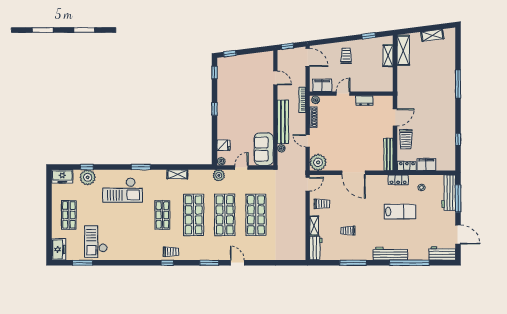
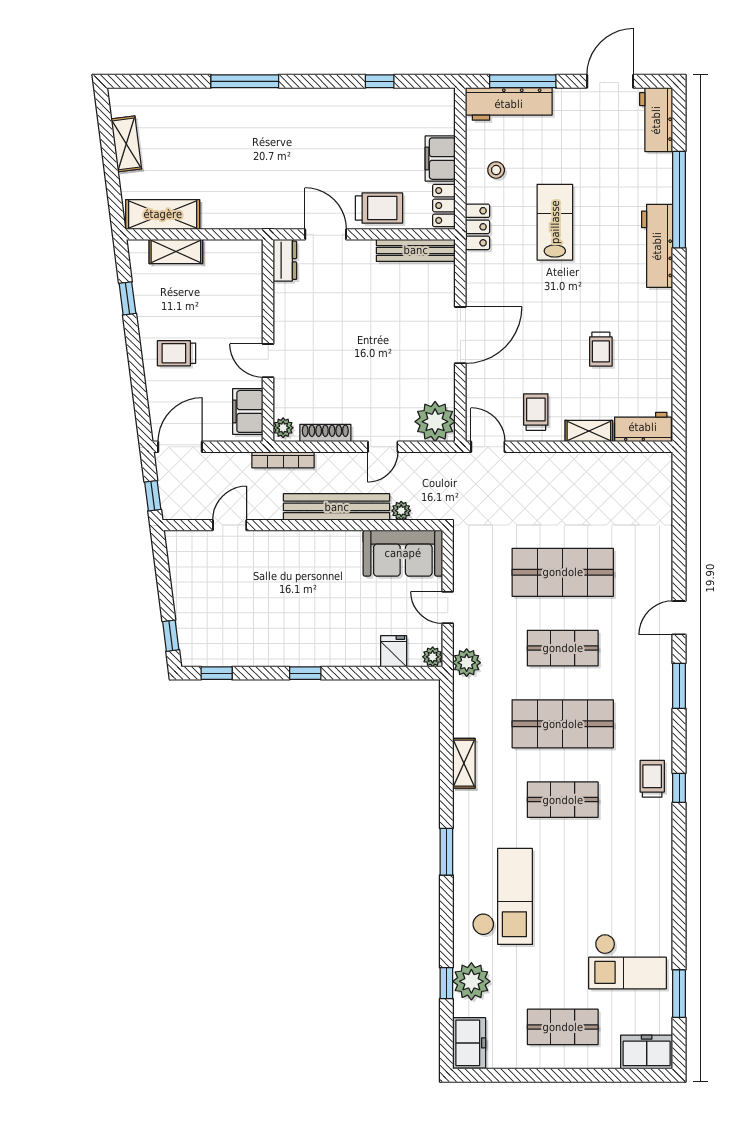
dresser: (364, 101) -> (285, 260), moved
shop shelf: (225, 215) -> (563, 648), width x0.70, depth x0.74
window: (353, 263) -> (679, 336), removed

